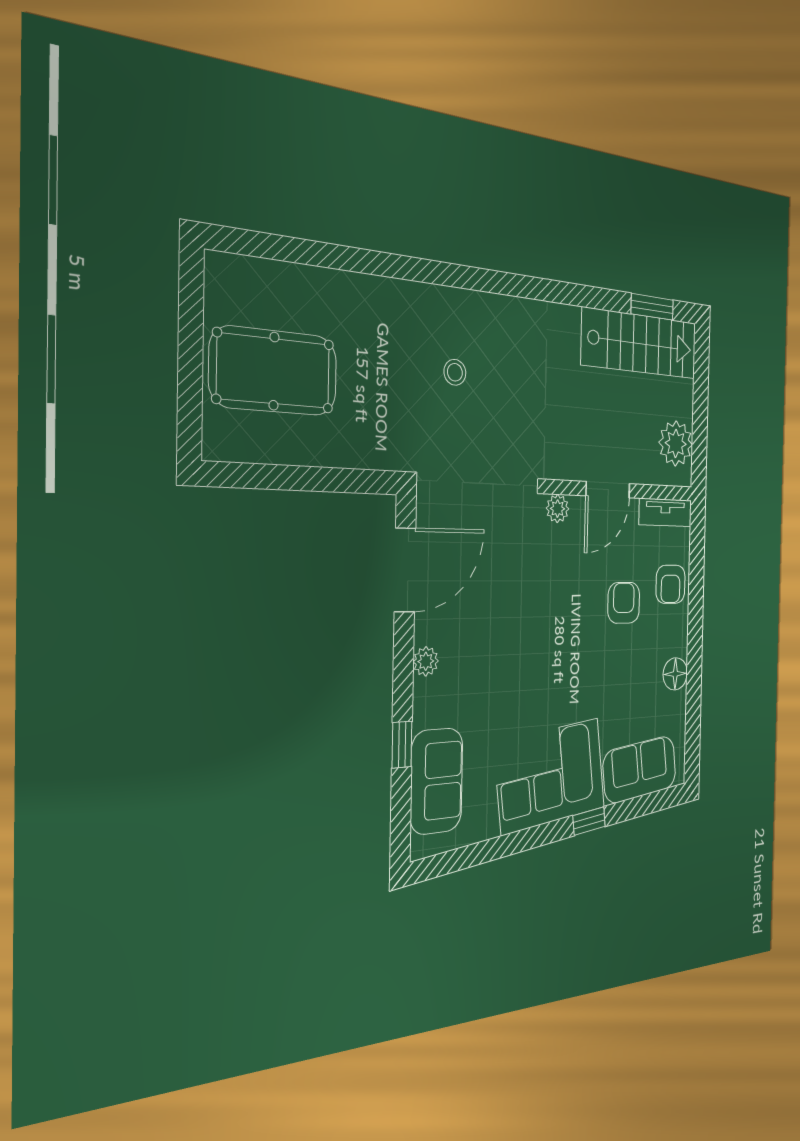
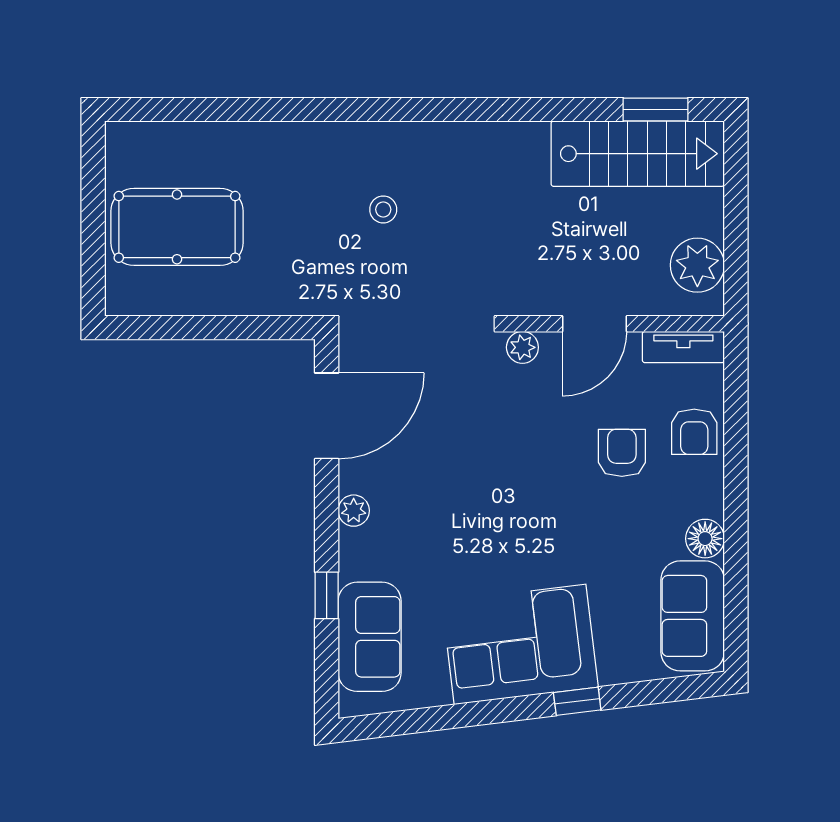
sofa: (640, 769) -> (693, 616), moved, turned -83

